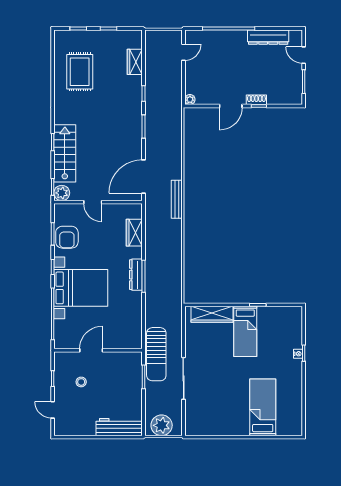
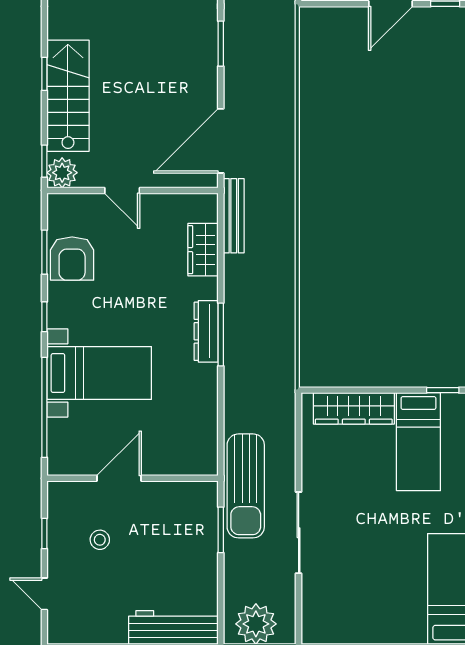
bench: (177, 199) -> (234, 216), moved
bed with nightstands: (81, 288) -> (99, 373), width x0.73

